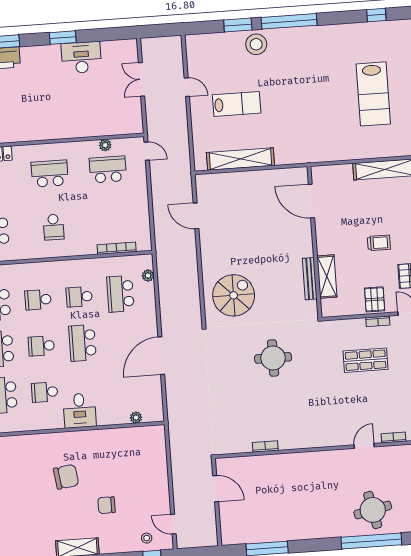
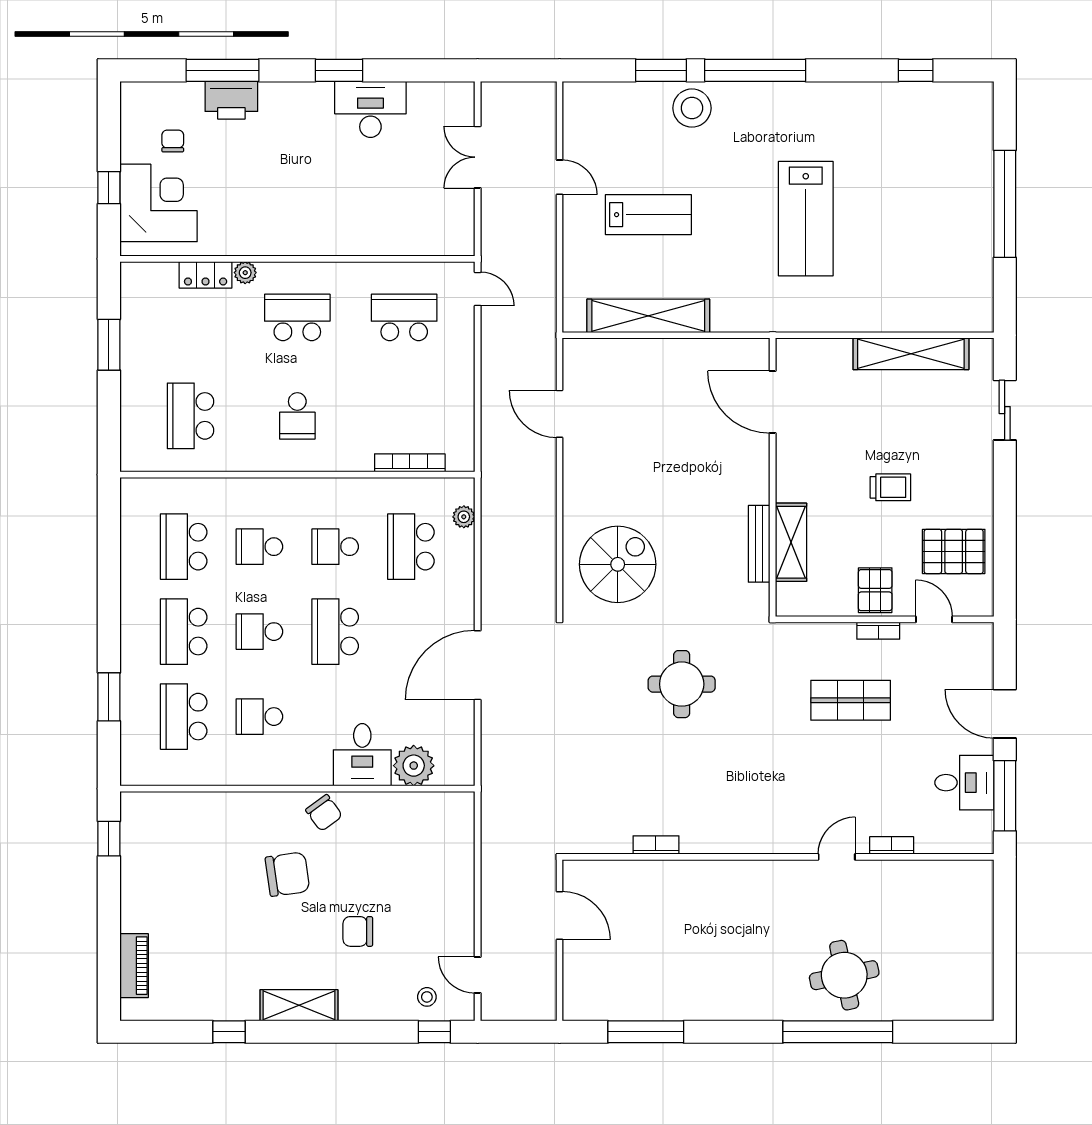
lab bench: (373, 94) -> (806, 219), moved
plant: (105, 145) -> (245, 273), moved
desk: (80, 410) -> (362, 755), moved
plant: (136, 418) -> (414, 766), width x1.87, depth x1.87
chair: (84, 442) -> (324, 813), added

